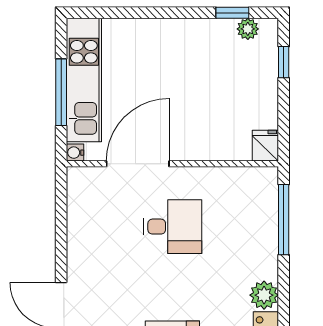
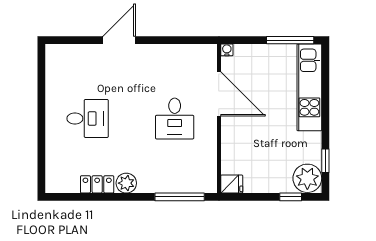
plant: (248, 29) -> (307, 178), width x1.88, depth x1.88
kitchen unit: (84, 80) -> (309, 87), moved, turned 90
window: (61, 92) -> (290, 40), moved

